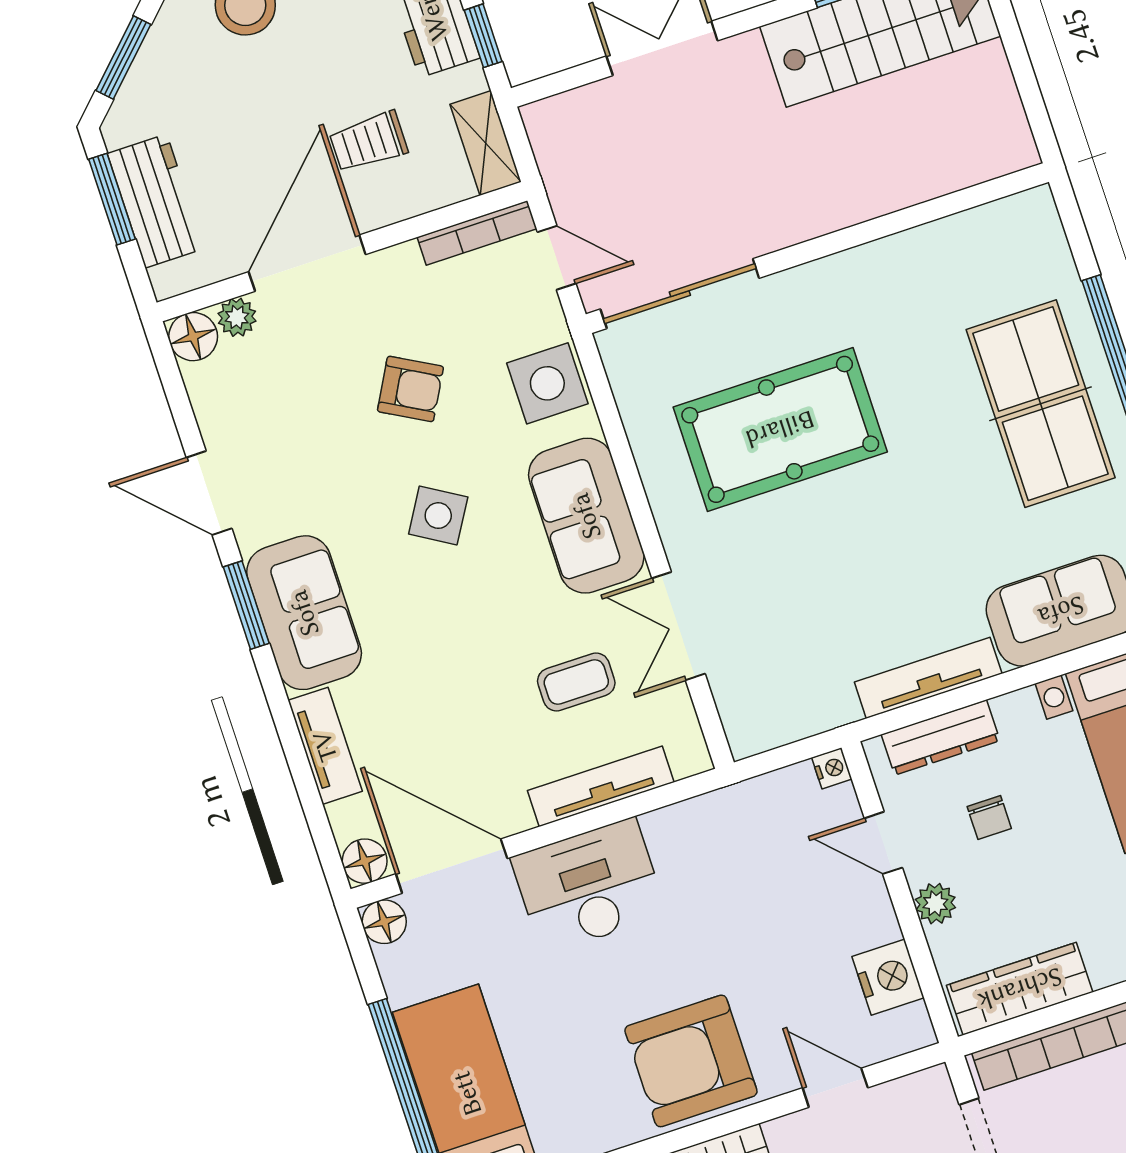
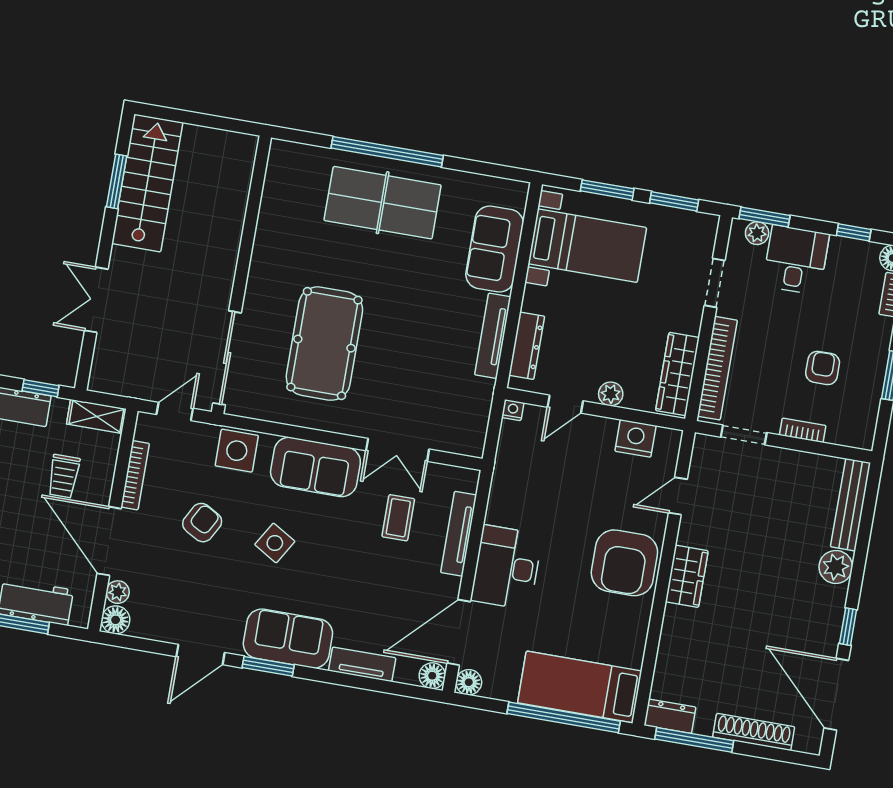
bookcase: (477, 233) -> (135, 475), moved
chair: (989, 818) -> (581, 343), removed

